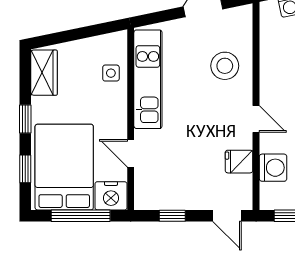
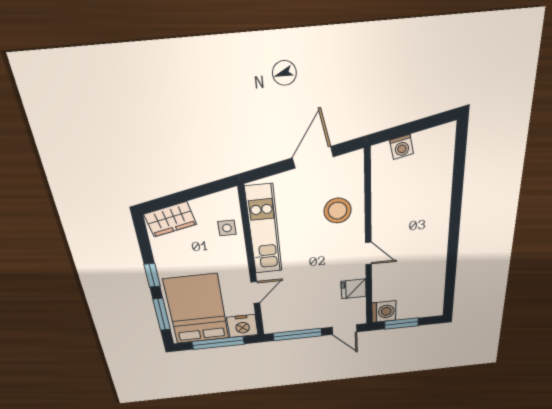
wardrobe: (44, 73) -> (170, 219), moved, turned 78
door: (131, 153) -> (255, 292), swing flipped
washing machine: (273, 168) -> (384, 312), moved
window: (25, 169) -> (162, 314), width x1.50
window: (172, 216) -> (297, 334), width x2.17

